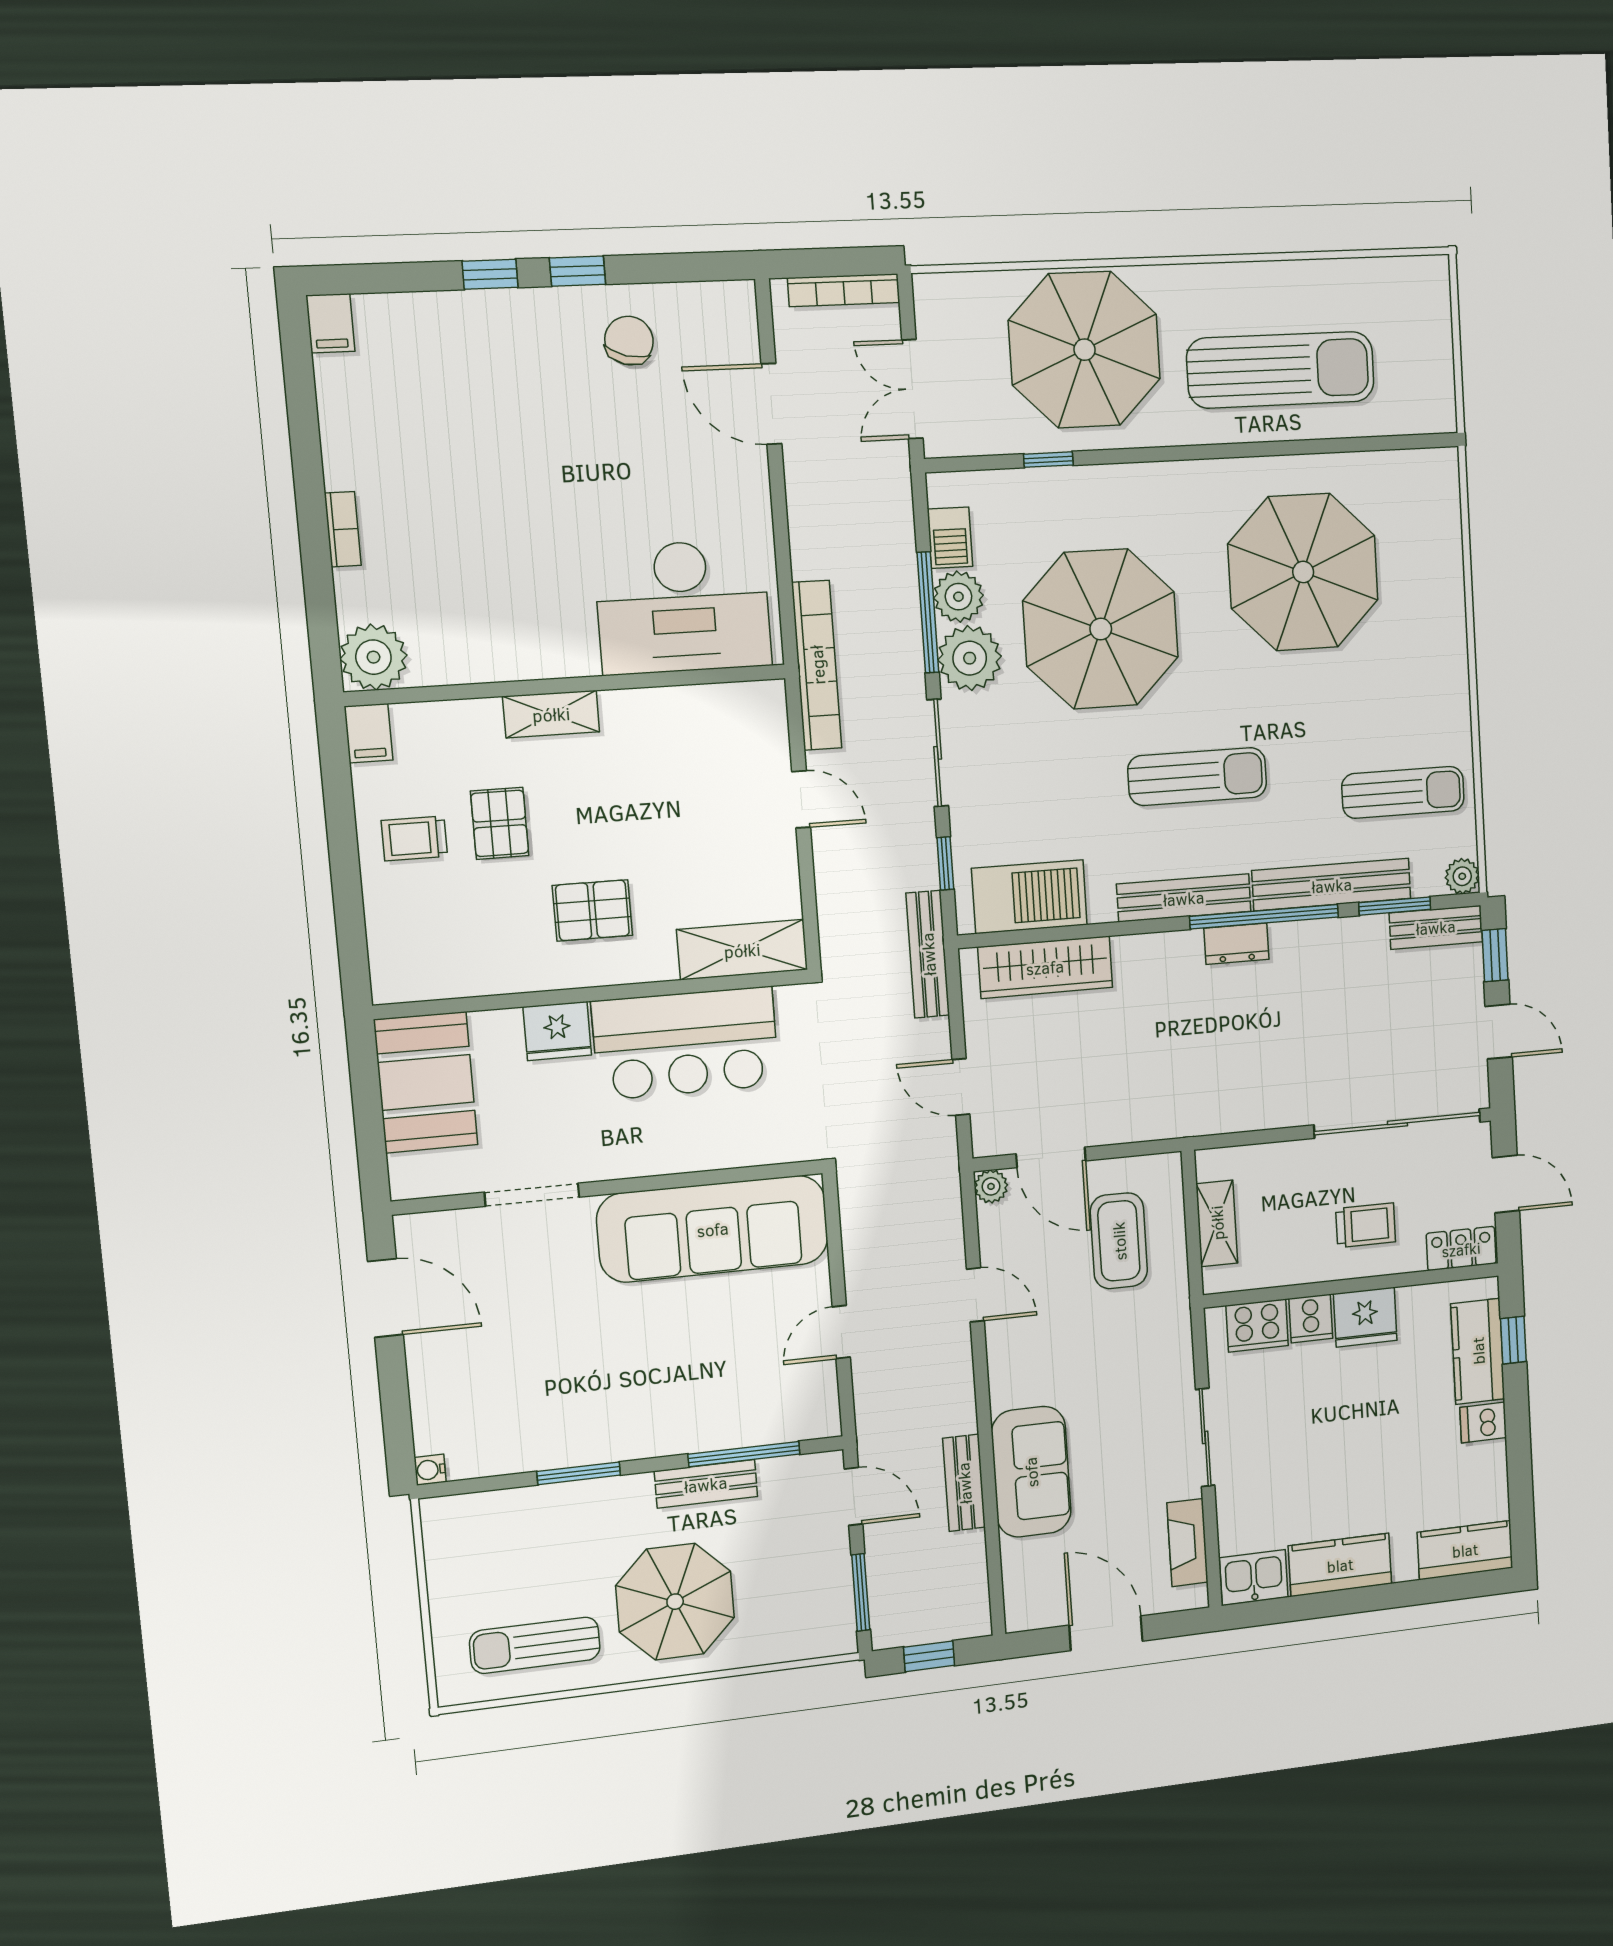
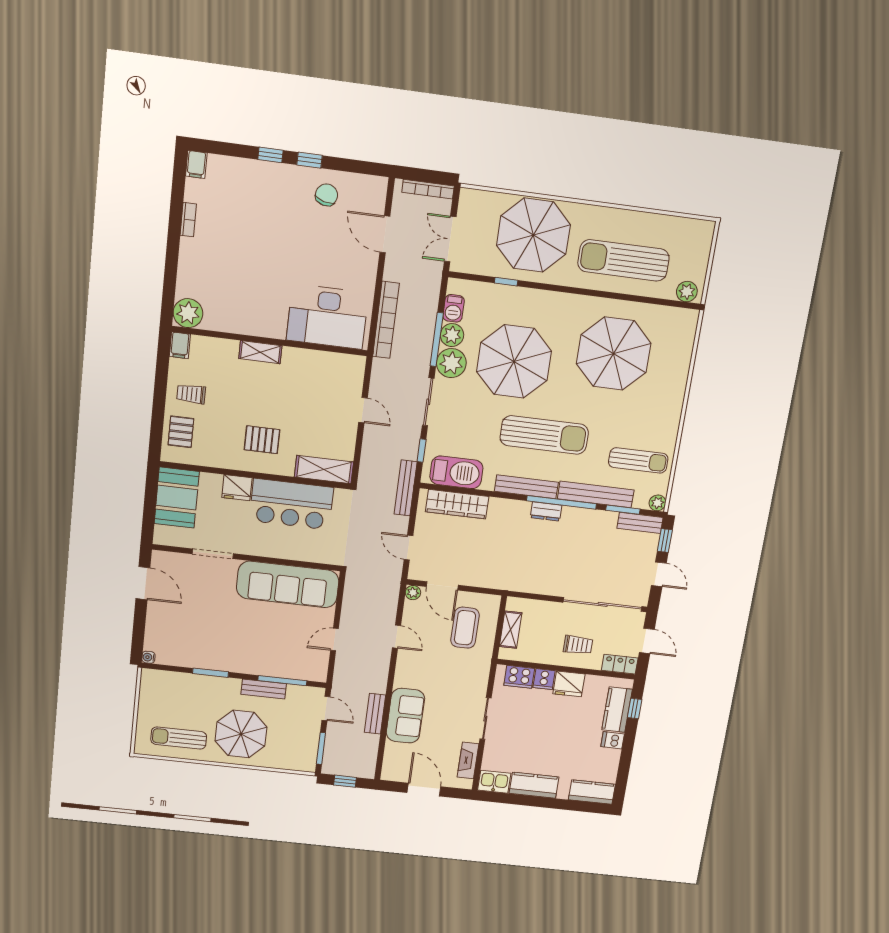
sun lounger: (1281, 370) -> (623, 260), turned 180
plant: (1423, 412) -> (687, 292), added
bookcase: (343, 529) -> (188, 220), moved
bookcase: (817, 665) -> (386, 320), moved
sun lounger: (1197, 777) -> (544, 435), width x1.36, depth x1.34
pallet: (500, 823) -> (181, 432), moved

